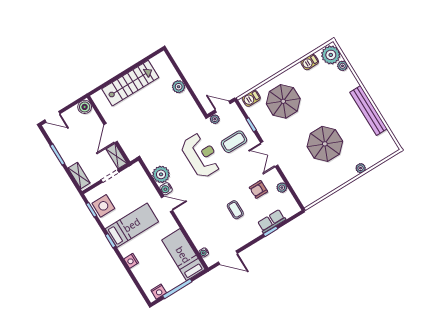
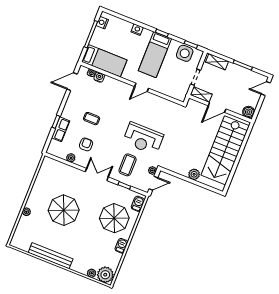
barbecue: (310, 62) -> (121, 246), moved
stairs: (130, 83) -> (225, 150), width x1.36, depth x1.51
door: (111, 133) -> (217, 107), swing flipped
plant: (161, 174) -> (161, 105), removed
water cooler: (166, 189) -> (99, 77), moved

